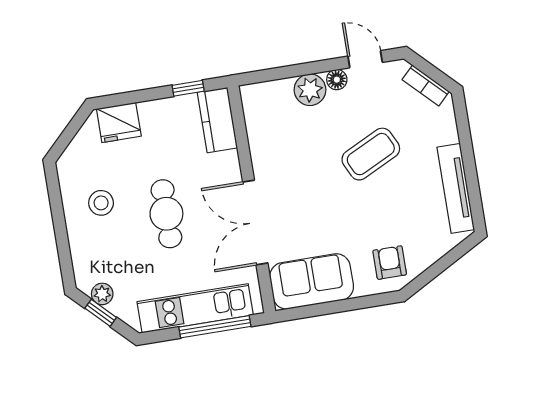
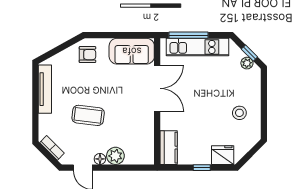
window: (188, 88) -> (202, 168), moved
coffee table: (371, 154) -> (88, 115), turned 33
cafe table: (166, 214) -> (205, 101), removed
armchair: (390, 263) -> (87, 55), turned -90

